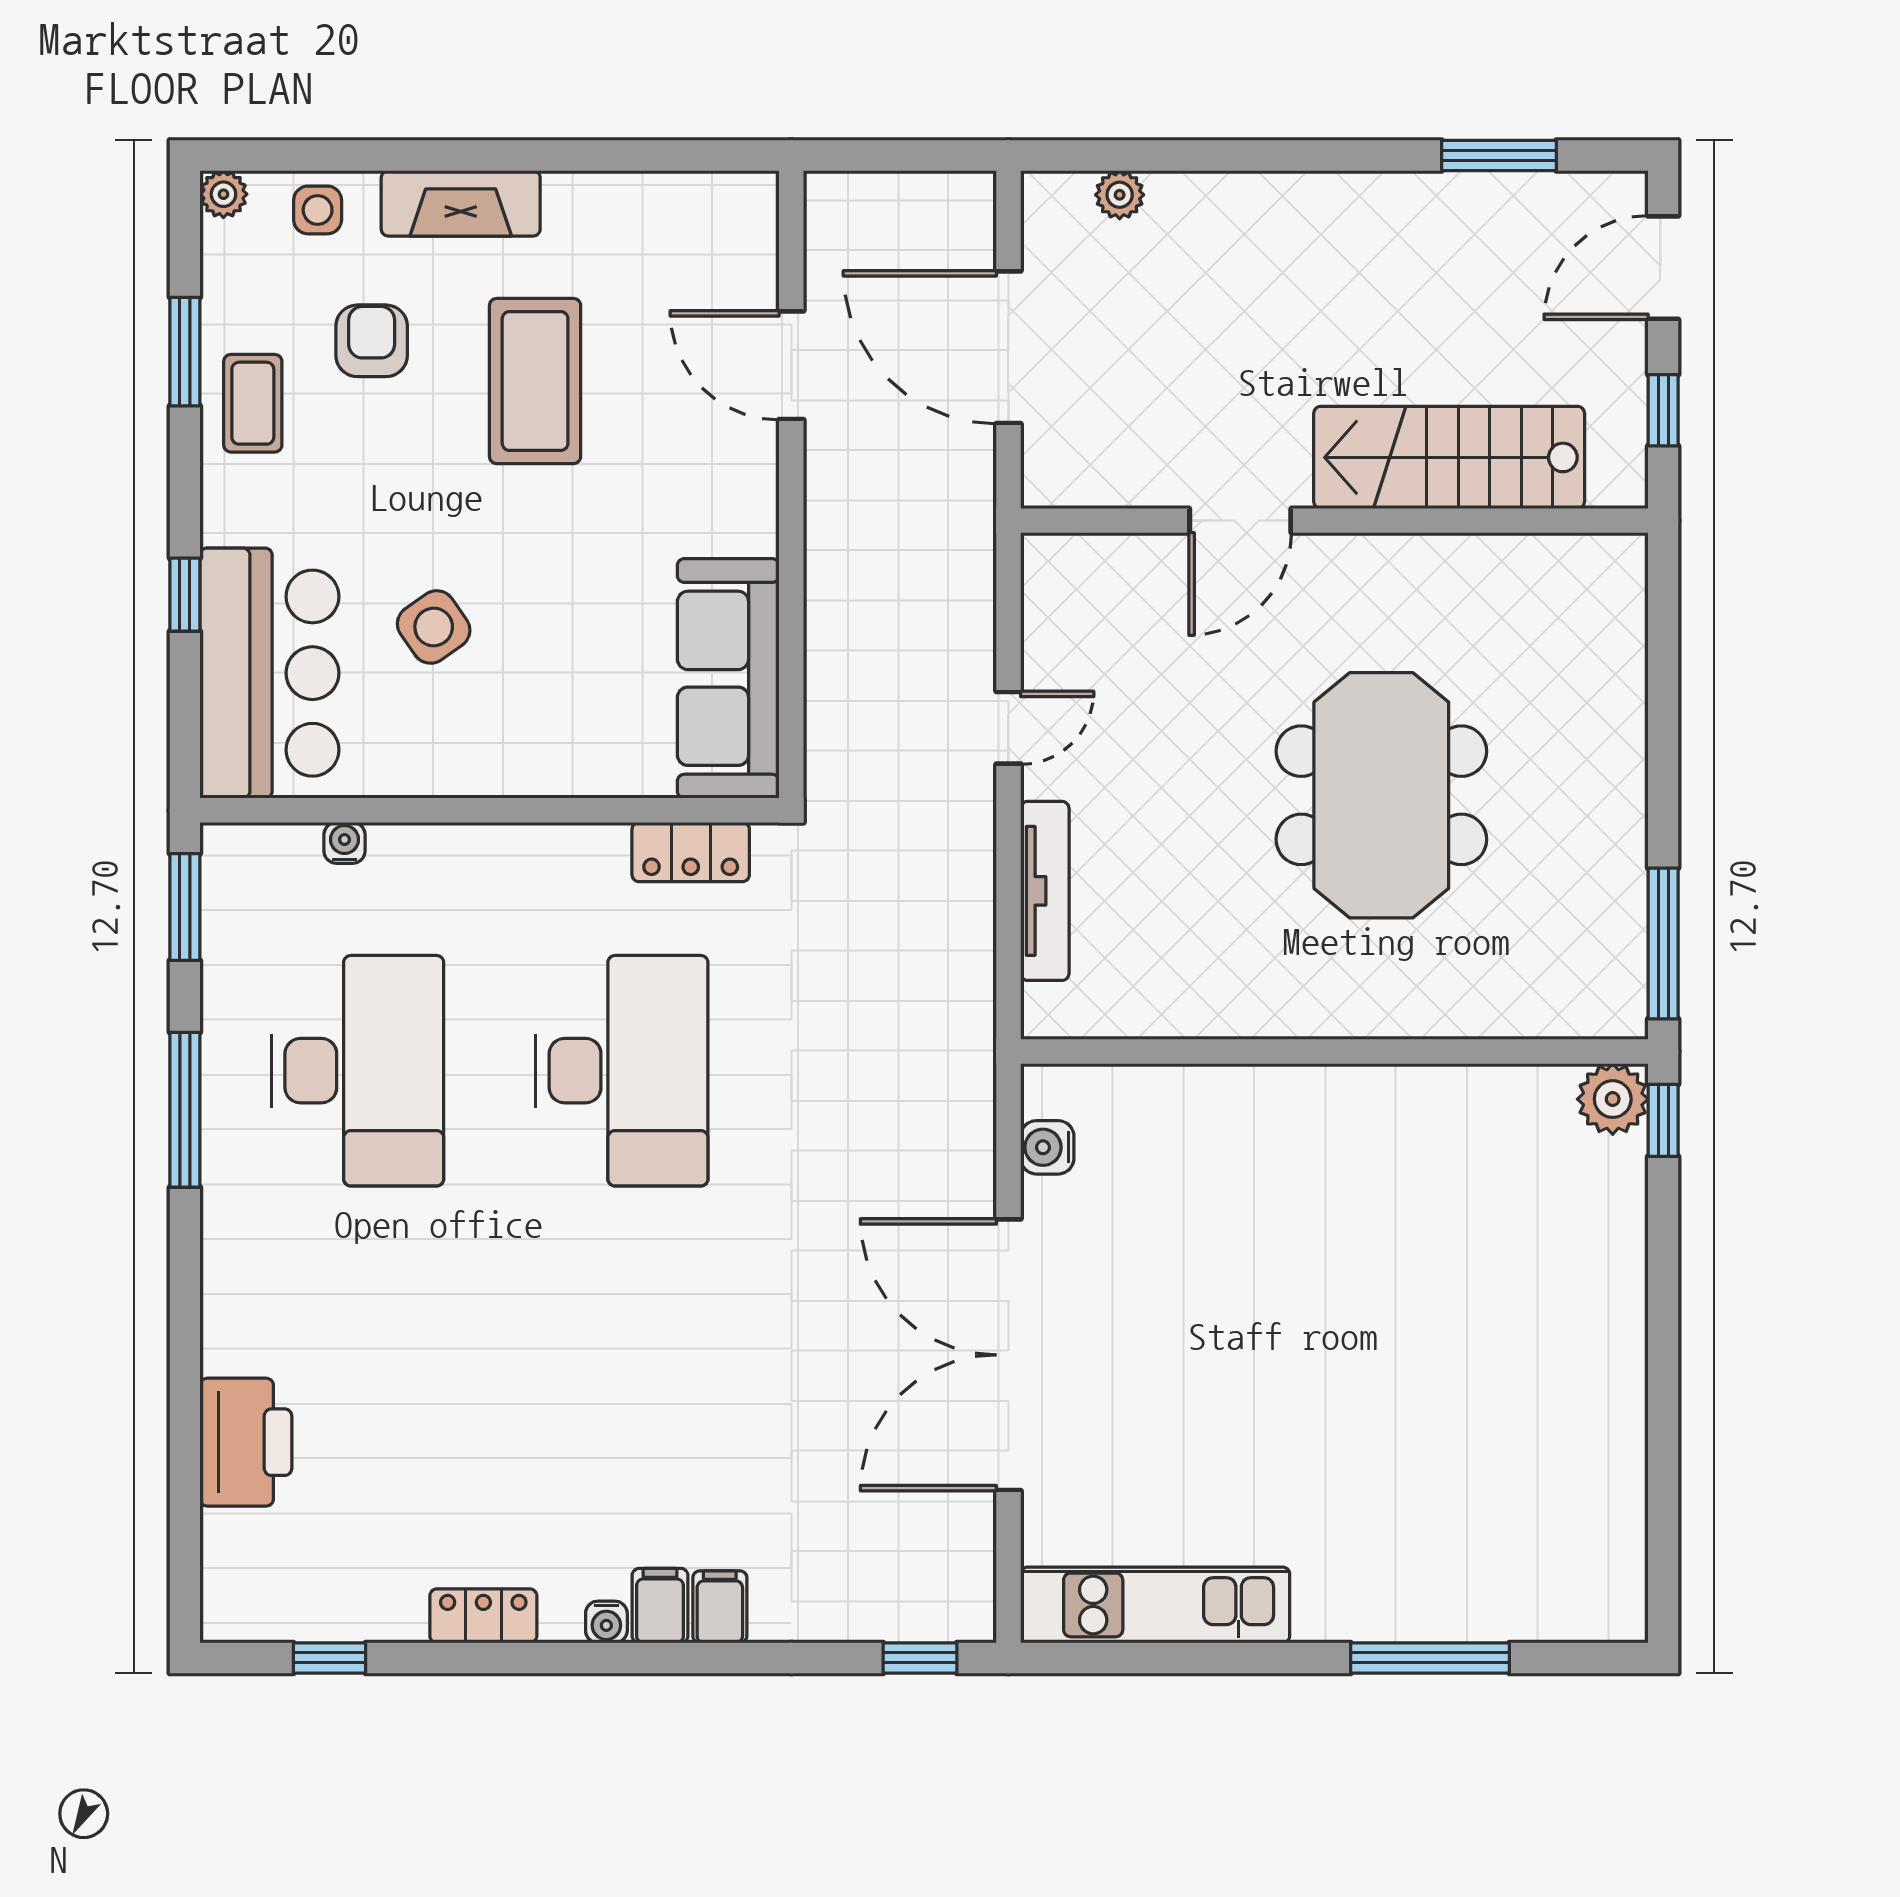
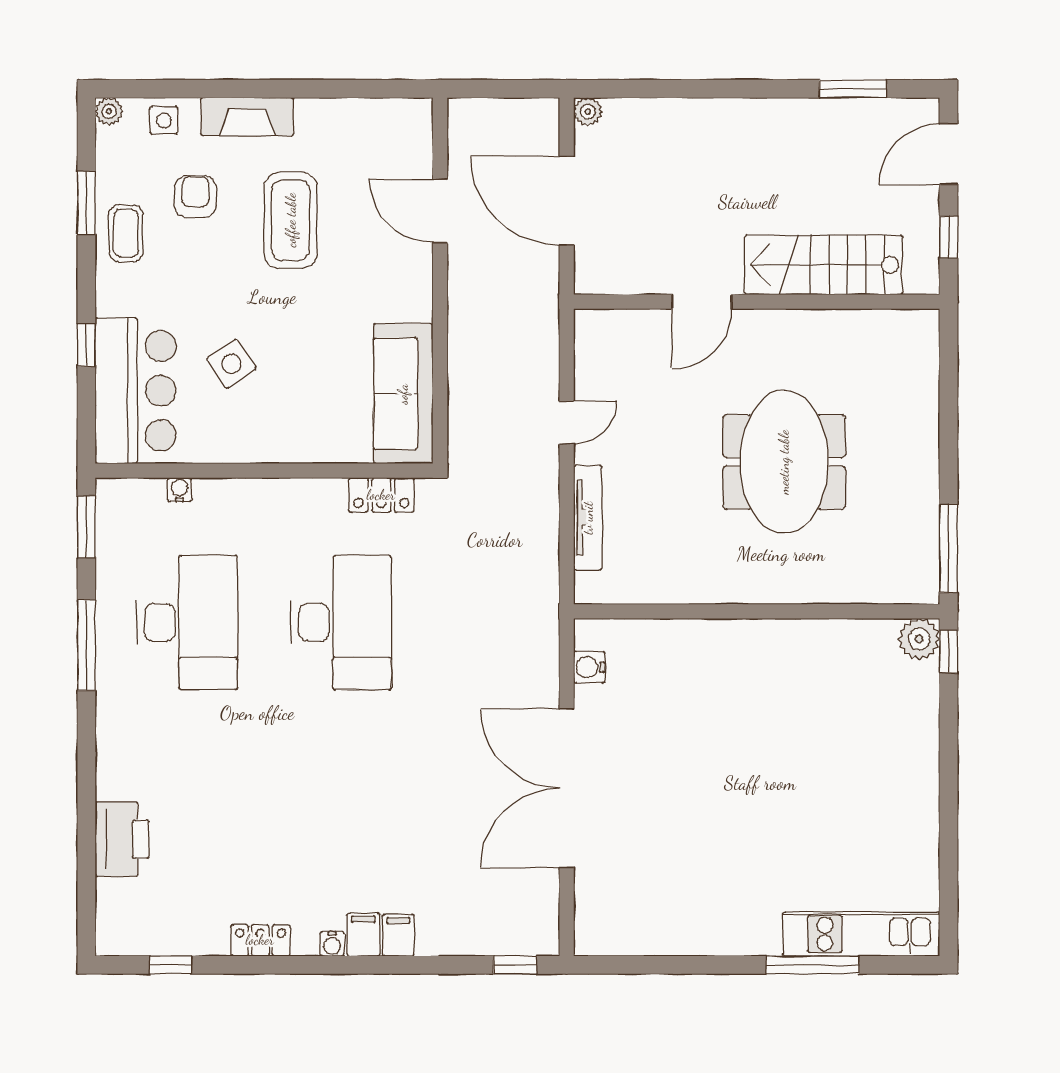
plant: (1120, 195) -> (588, 112), moved
kitchen unit: (1155, 1605) -> (861, 934), moved

